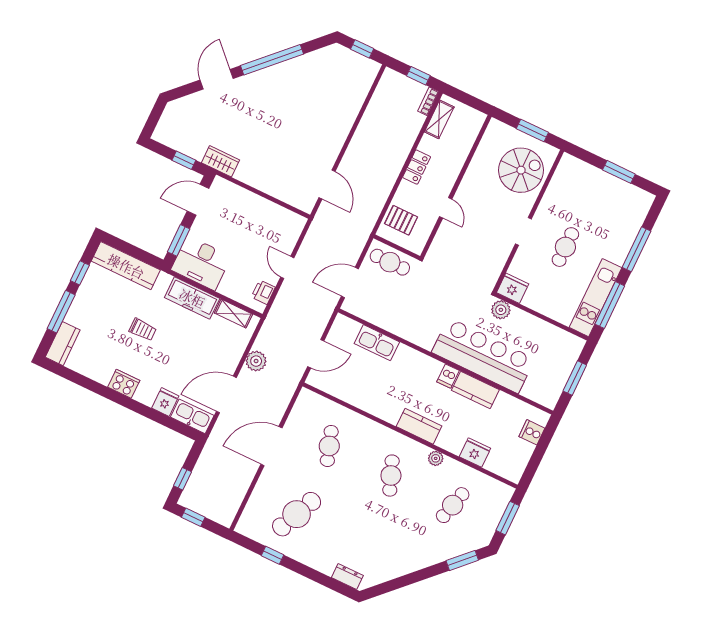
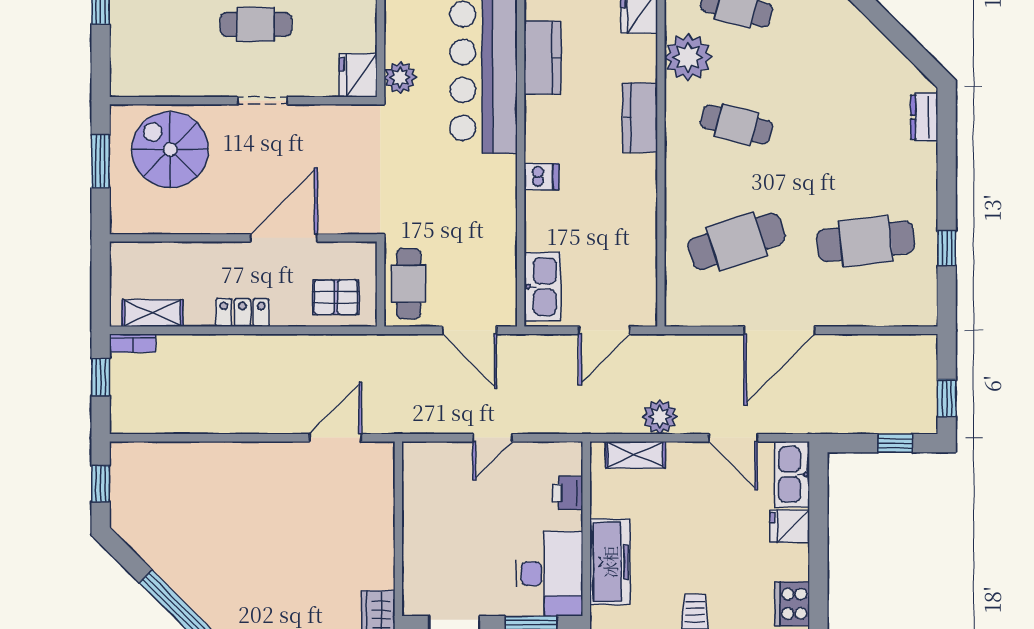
door: (446, 208) -> (284, 238), width x1.88
pallet: (401, 220) -> (336, 297), turned 90
printer: (263, 292) -> (568, 493), moved, turned 90
shelving: (233, 314) -> (635, 455), moved, turned 90
kitchen sink: (377, 343) -> (542, 287), moved
door: (316, 354) -> (604, 330), swing flipped
dishwasher: (448, 376) -> (541, 177), moved
door: (226, 394) -> (733, 438), width x0.73
door: (271, 446) -> (779, 330), hinge flipped
cafe table: (329, 446) -> (737, 241), width x1.37, depth x1.35
plant: (436, 458) -> (688, 57), width x1.87, depth x1.87
cafe table: (391, 476) -> (737, 124), turned 36
cafe table: (297, 514) -> (866, 241), turned -30

